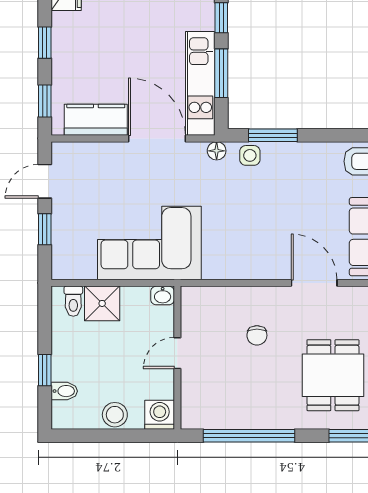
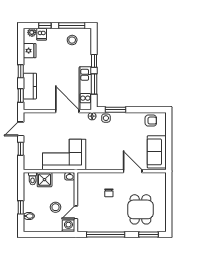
kitchen counter: (96, 120) -> (30, 86), moved, turned 90
door: (177, 353) -> (76, 212), moved
stool: (115, 415) -> (56, 207), moved

